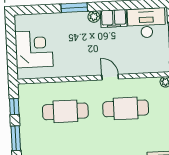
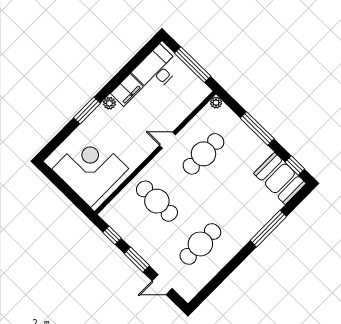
corner desk: (34, 49) -> (90, 169), width x1.36, depth x1.36
cafe table: (65, 111) -> (157, 201), turned 90

